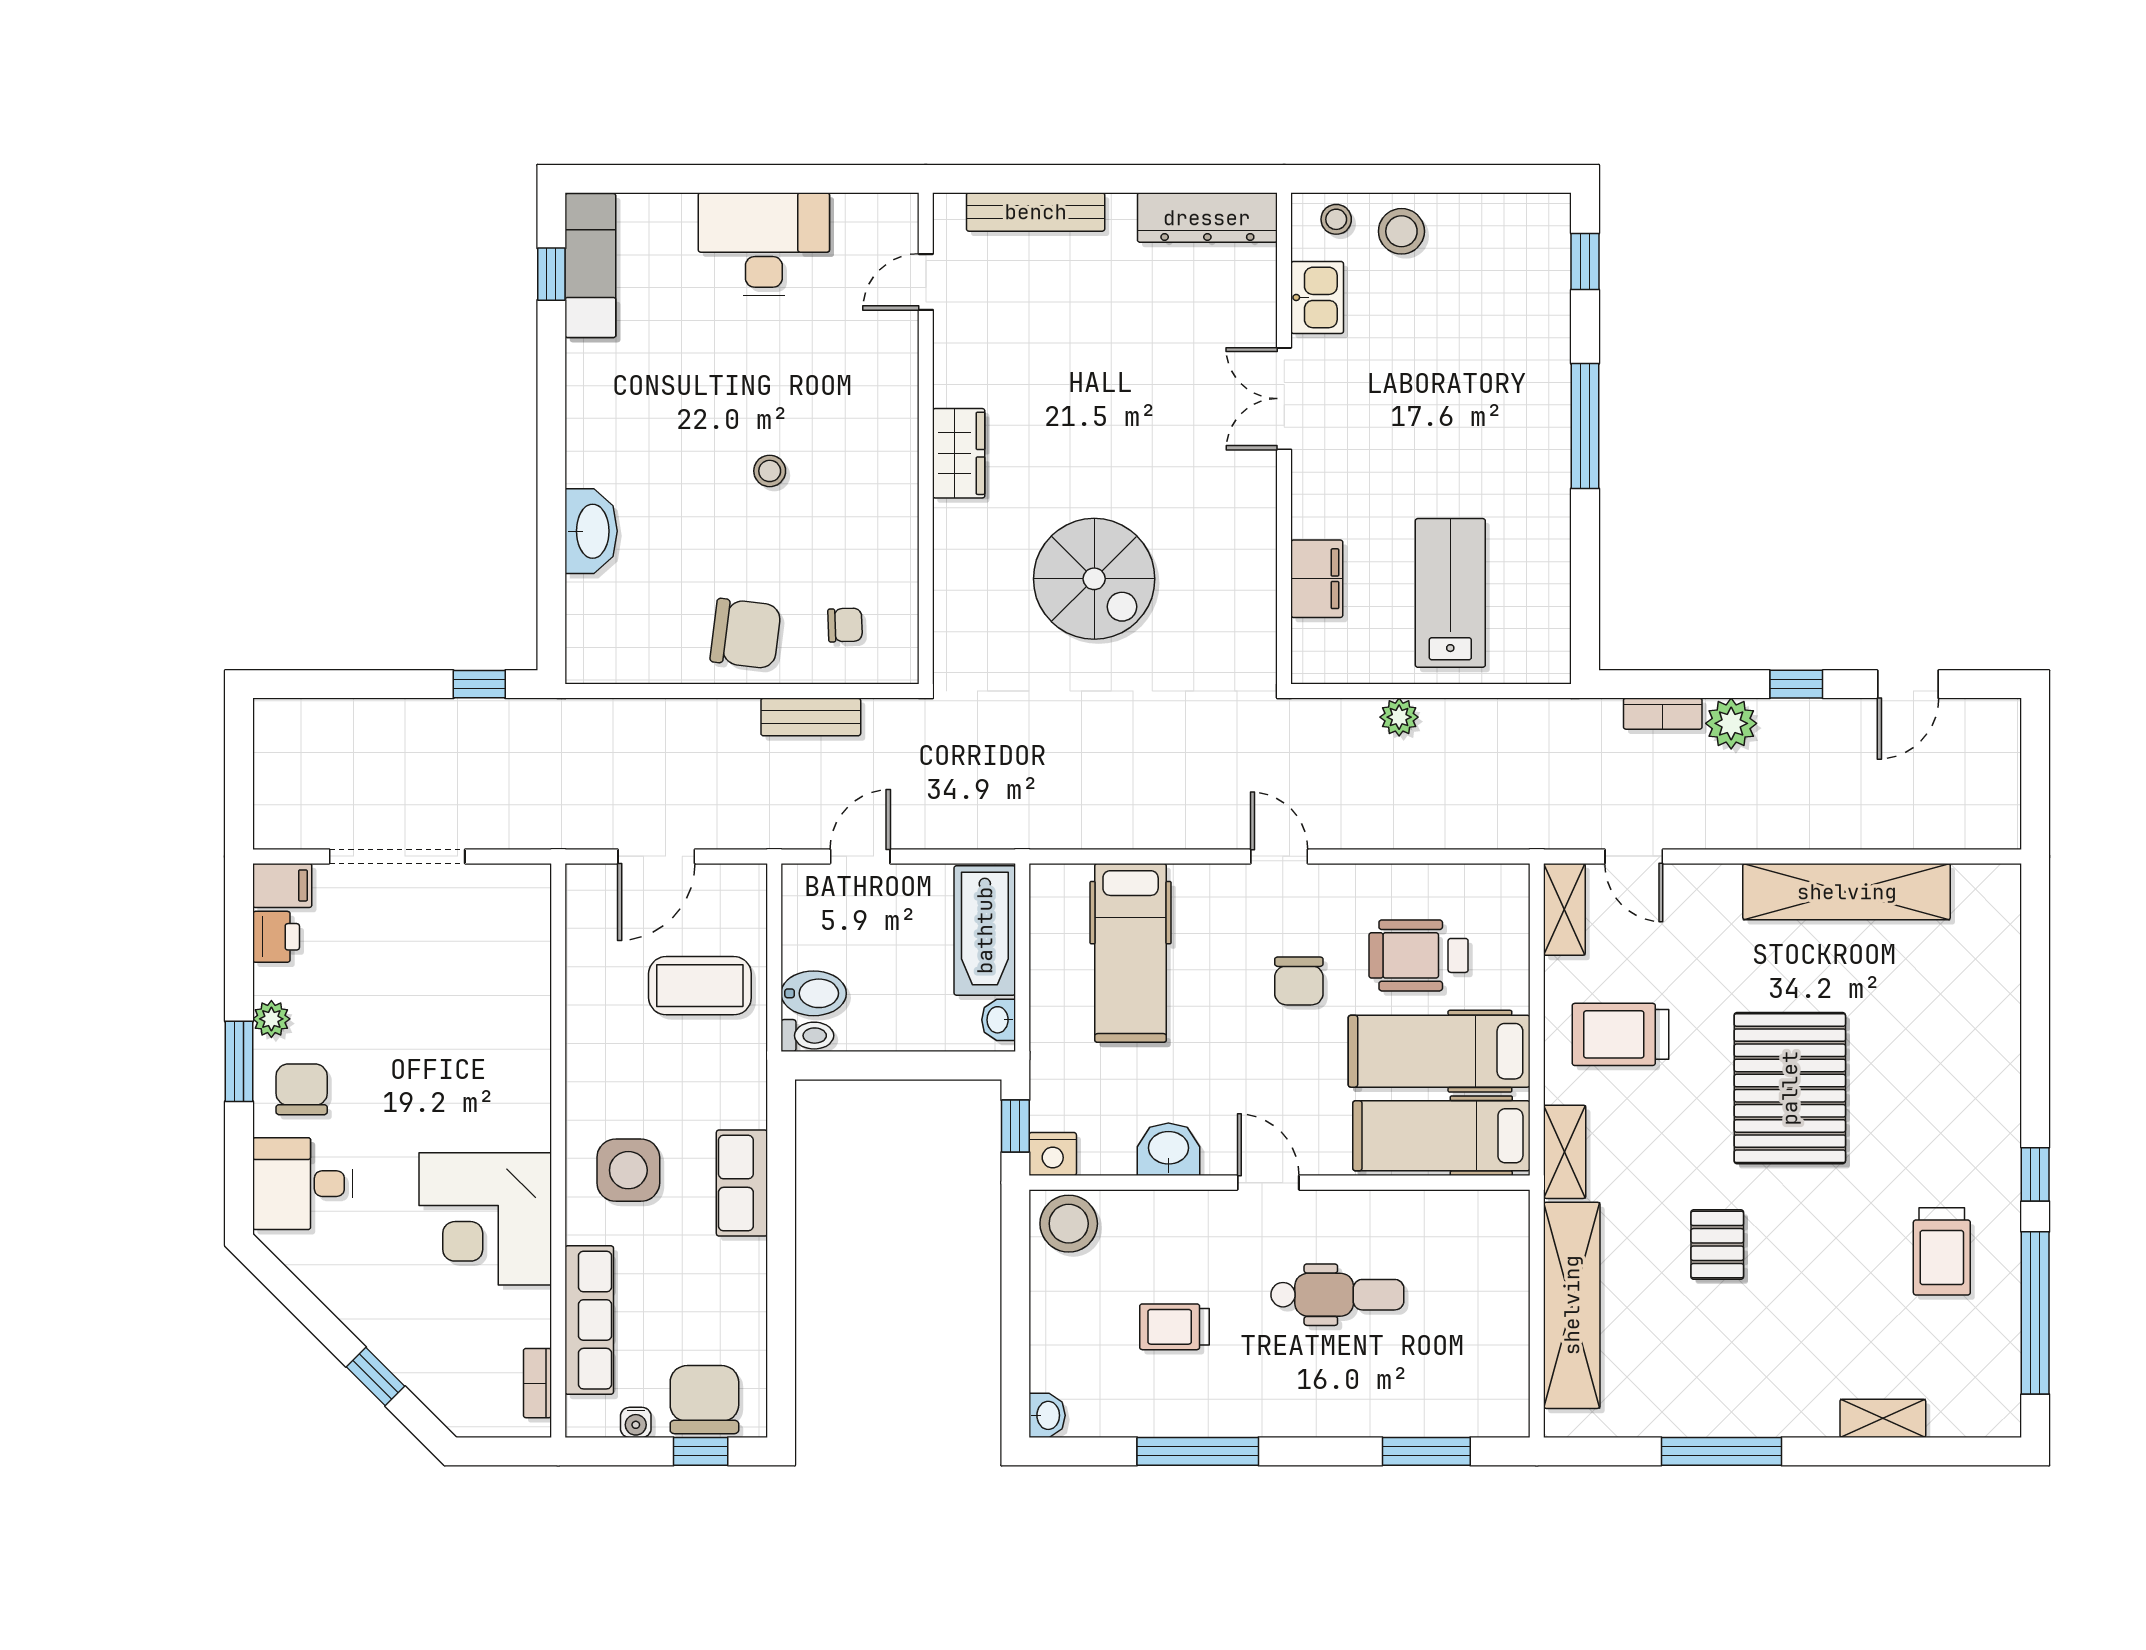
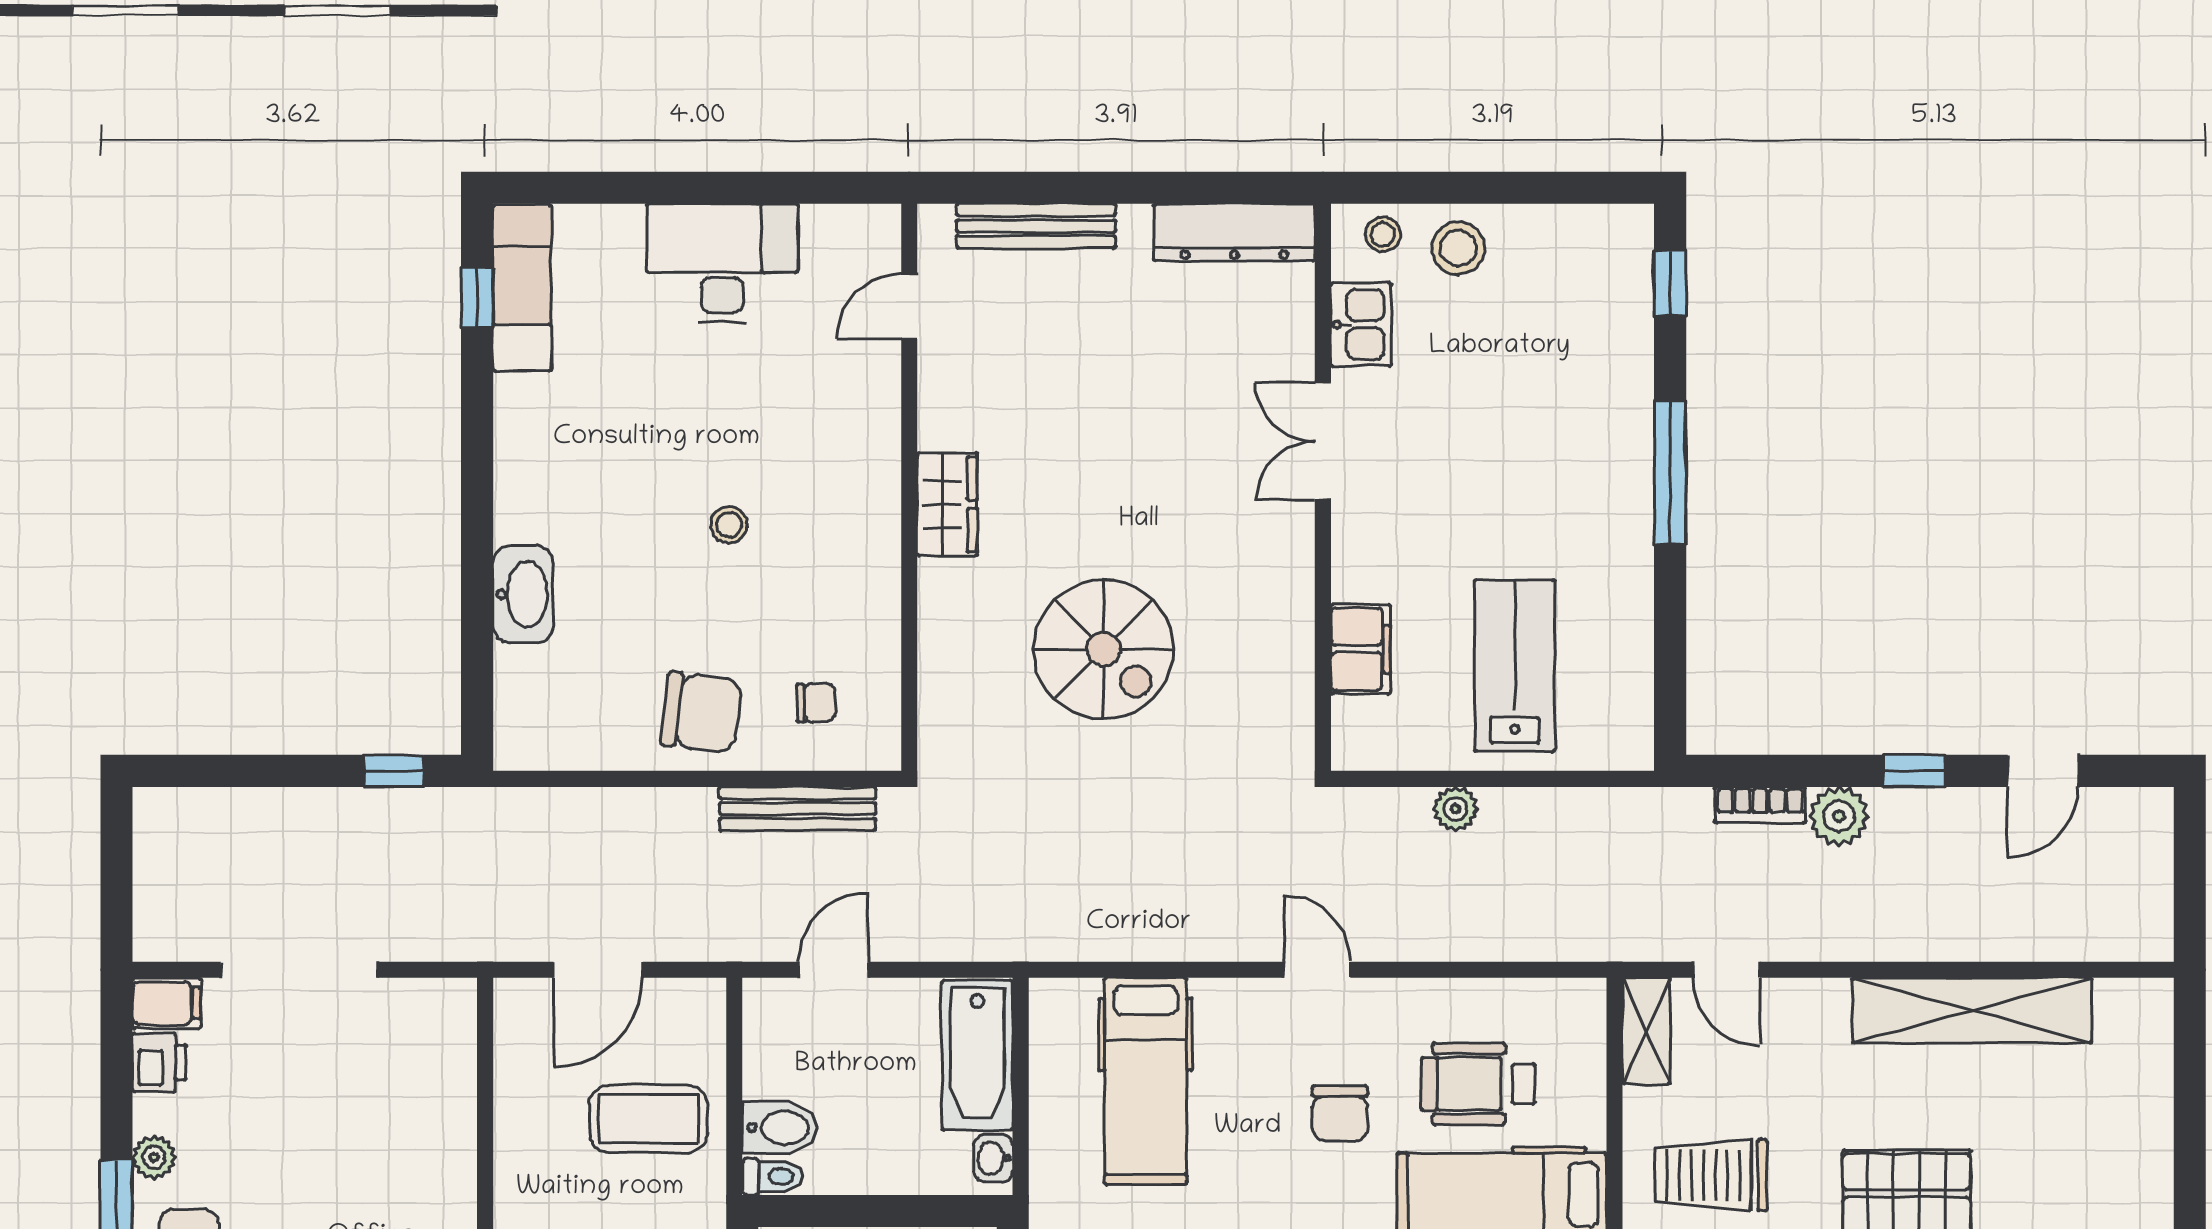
bench: (811, 717) -> (797, 809), width x1.36

